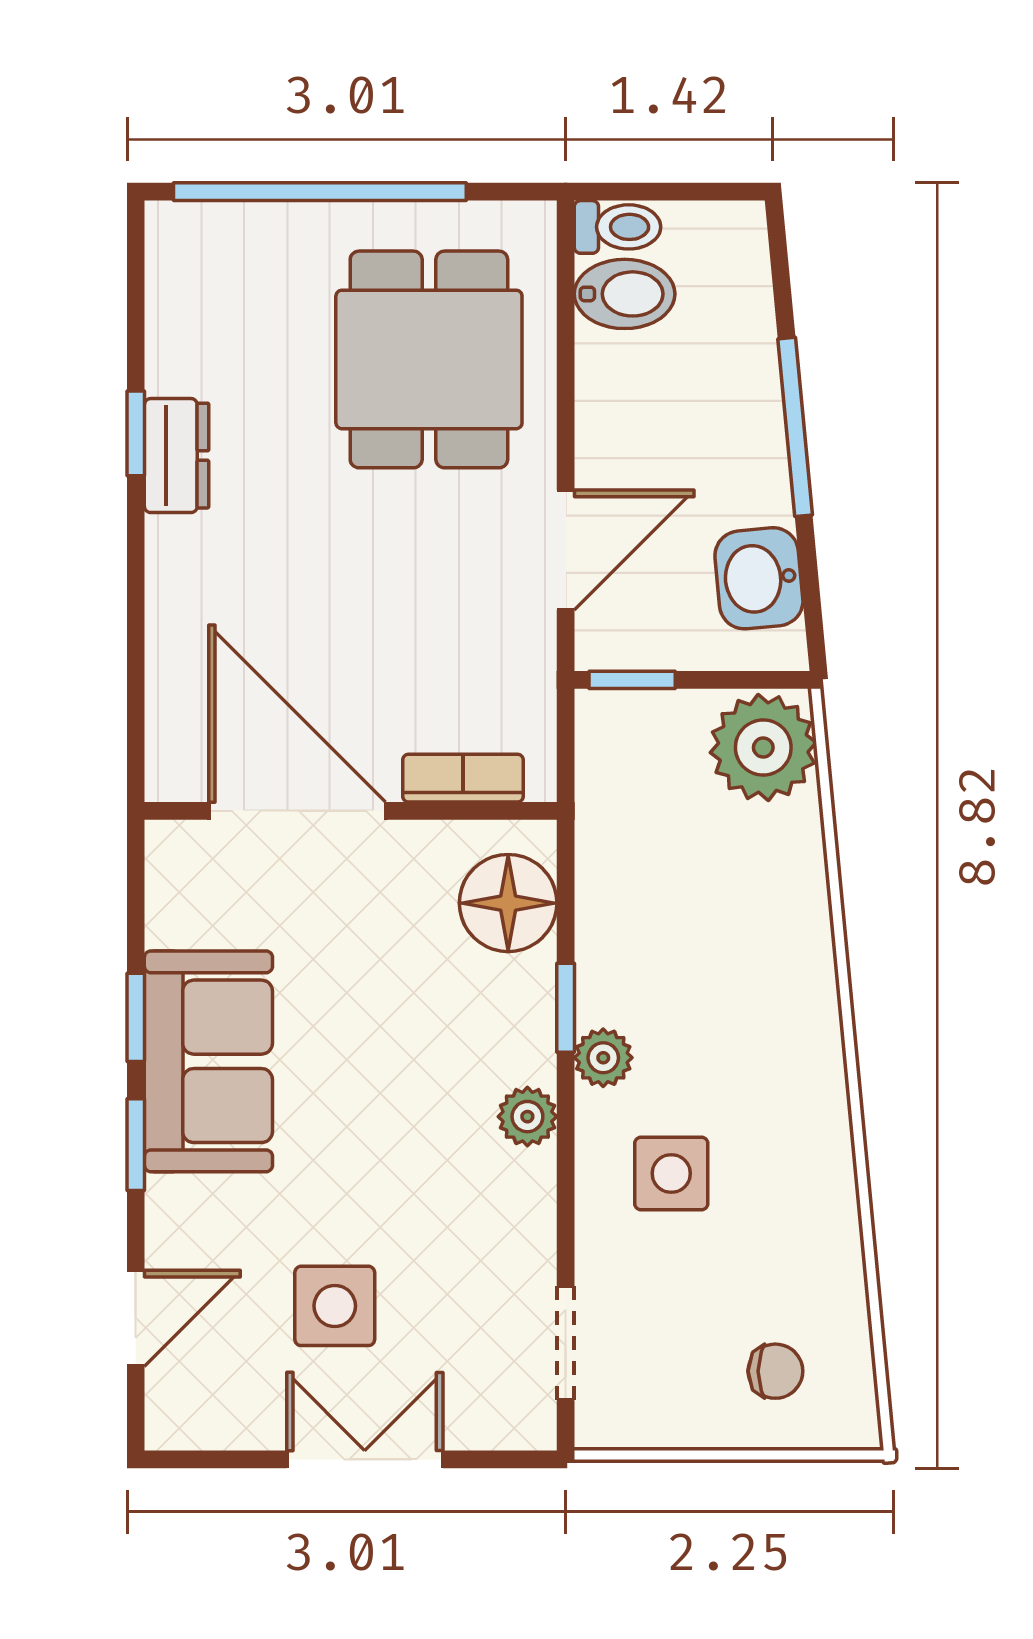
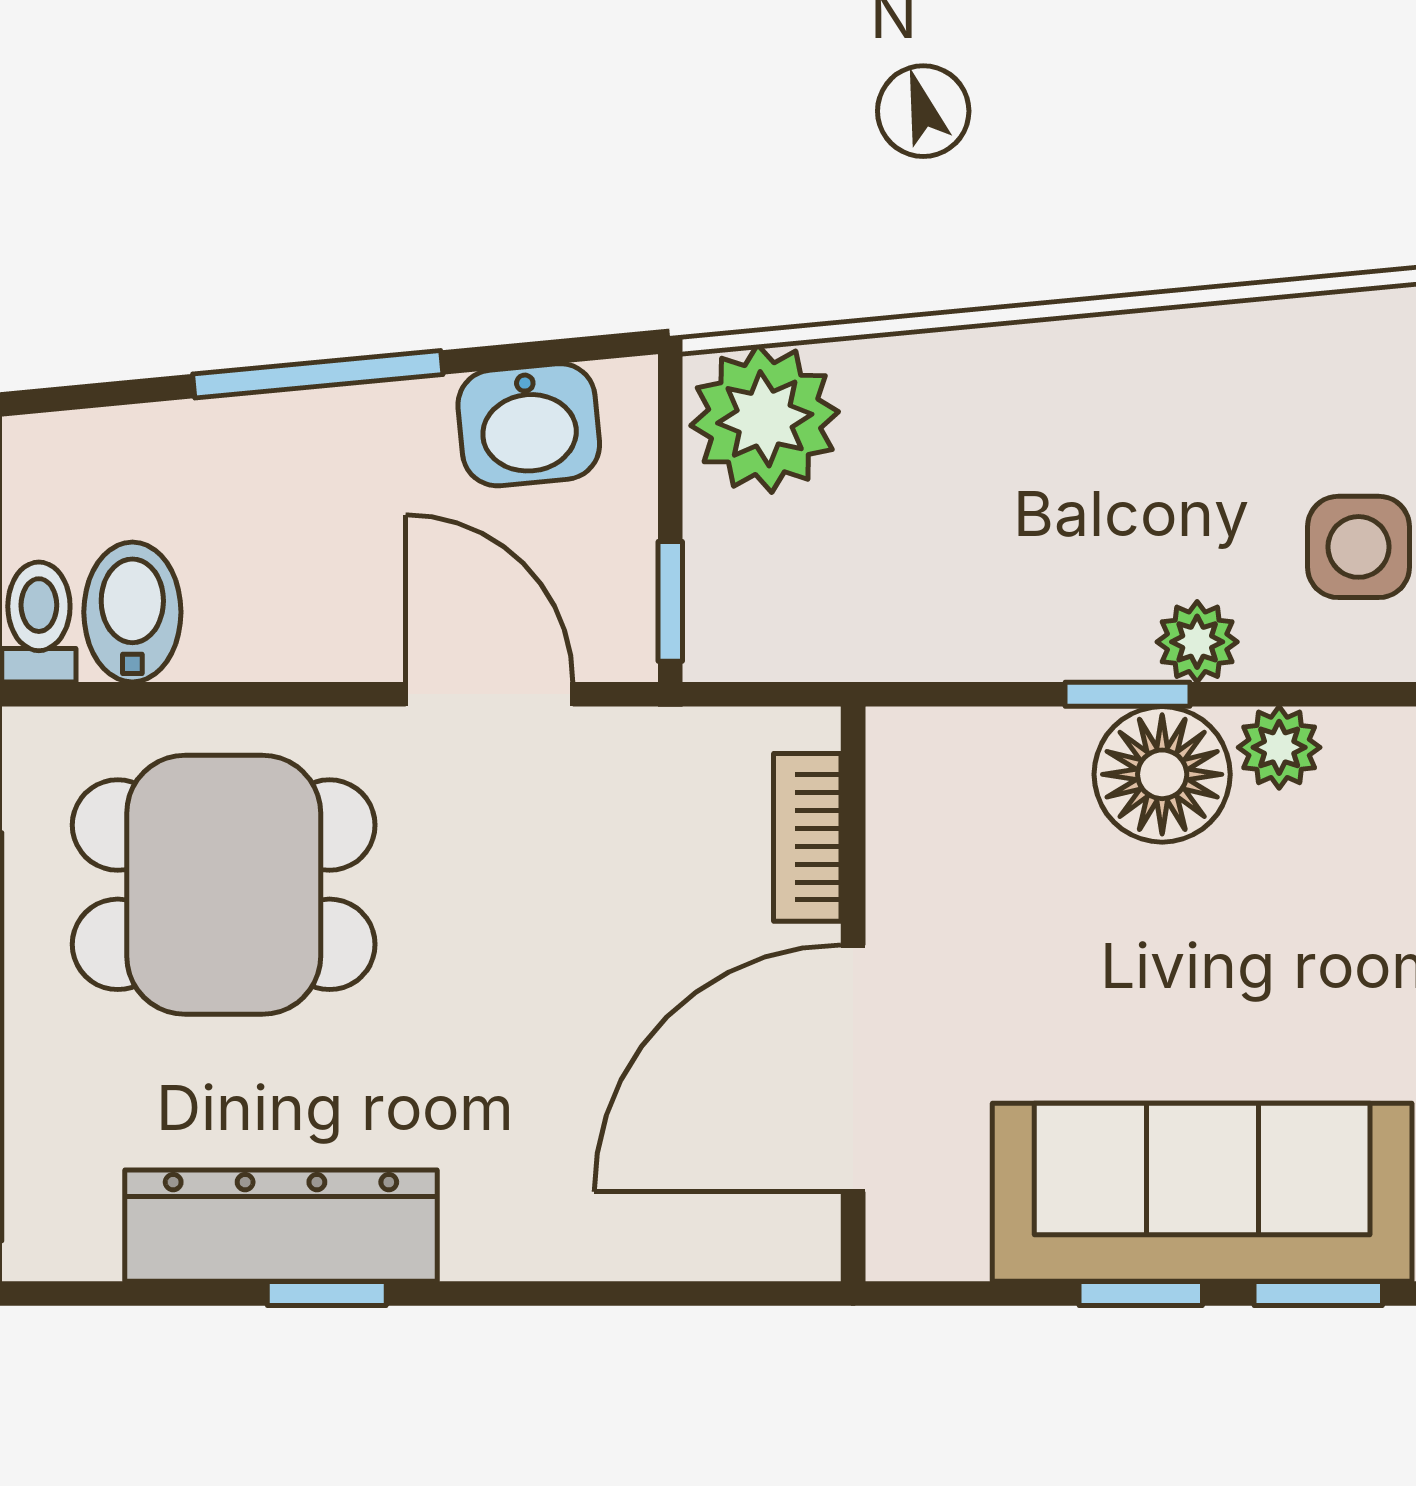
dresser: (177, 456) -> (281, 1226), width x1.96, depth x1.24
floor lamp: (508, 903) -> (1162, 774), moved
sofa: (208, 1061) -> (1202, 1192), width x1.36

